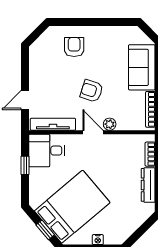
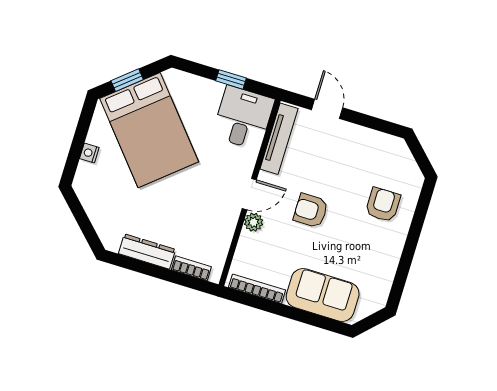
armchair: (74, 47) -> (383, 205), turned -90
armchair: (92, 91) -> (311, 211), turned -108

